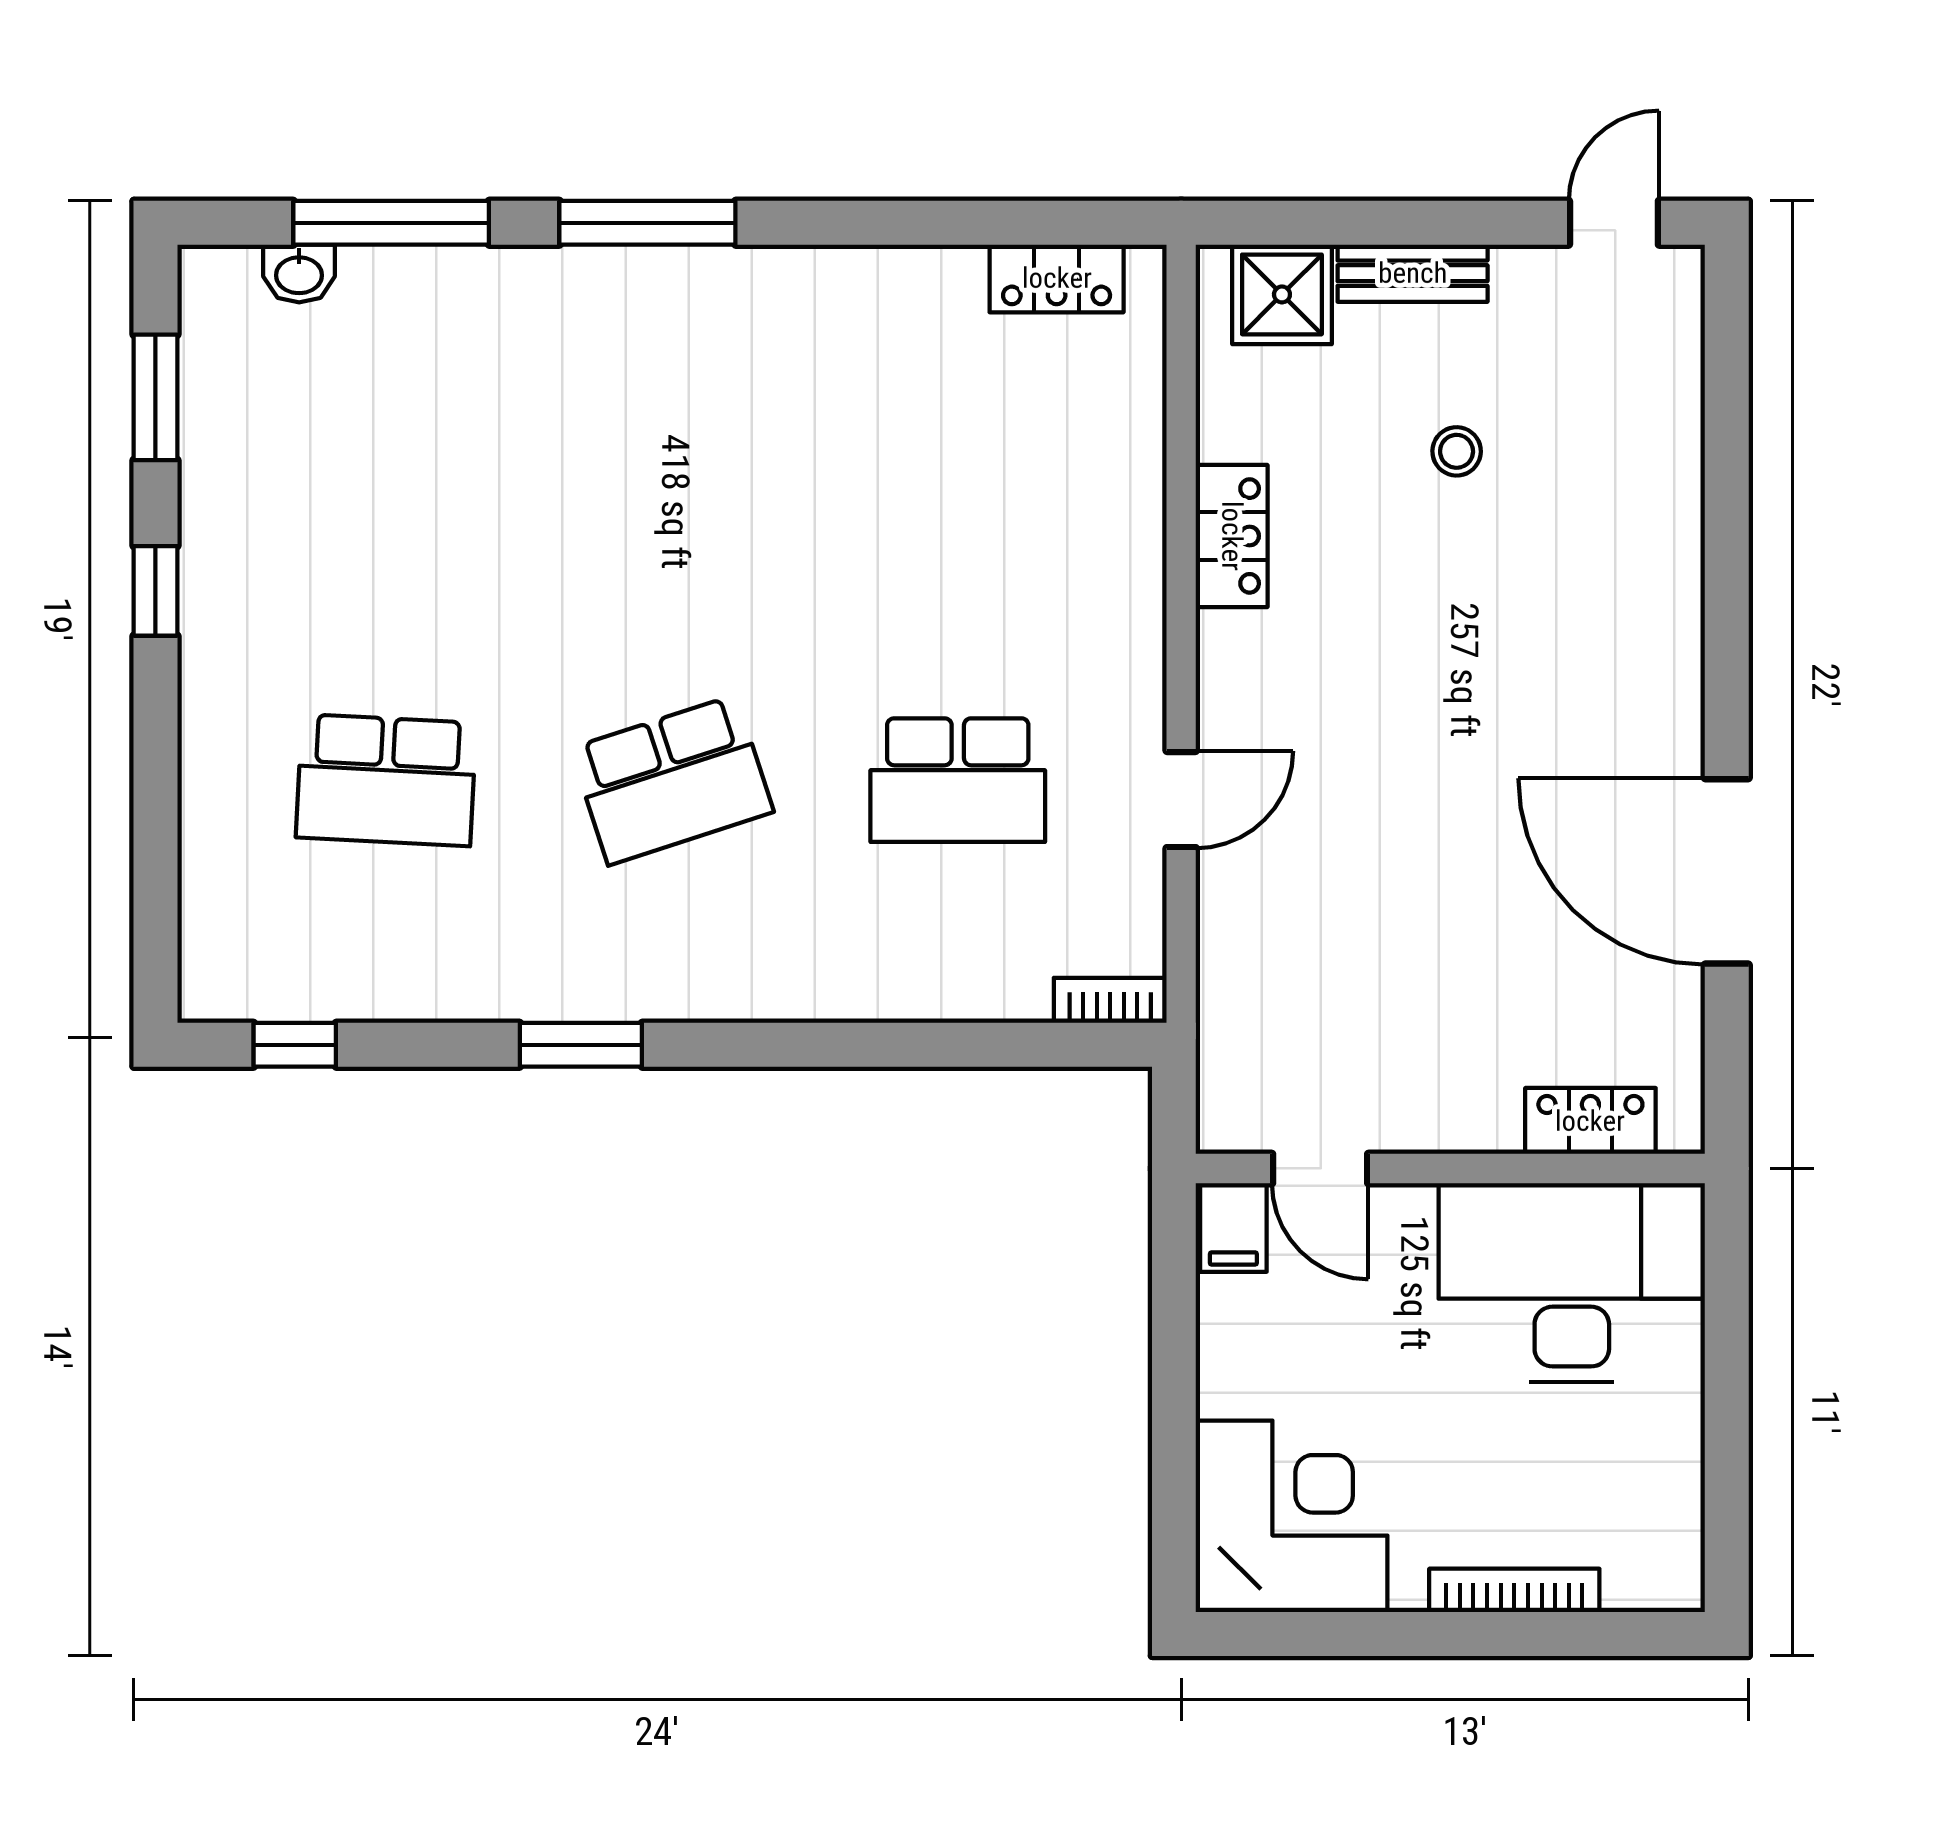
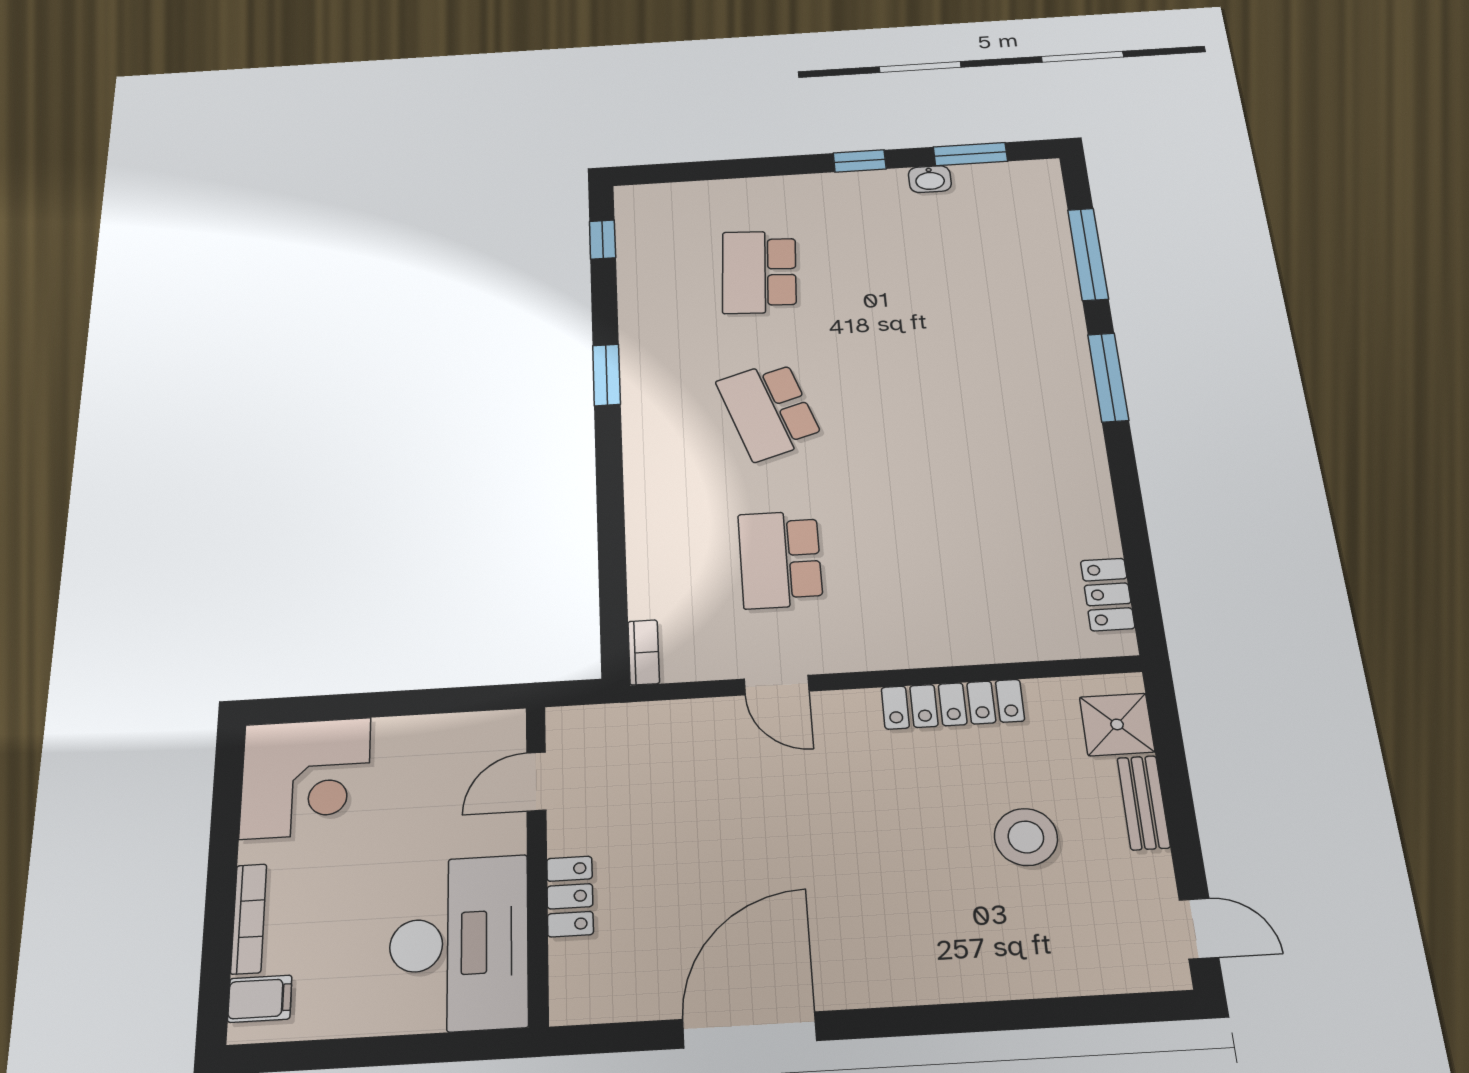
washbasin: (299, 274) -> (930, 179), moved, turned -90
stool: (1457, 451) -> (1026, 837), width x1.89, depth x1.89
locker: (1232, 536) -> (953, 704), width x1.53
locker: (1590, 1121) -> (570, 896), moved
filing cabinet: (1233, 1227) -> (260, 999), moved, turned 180

